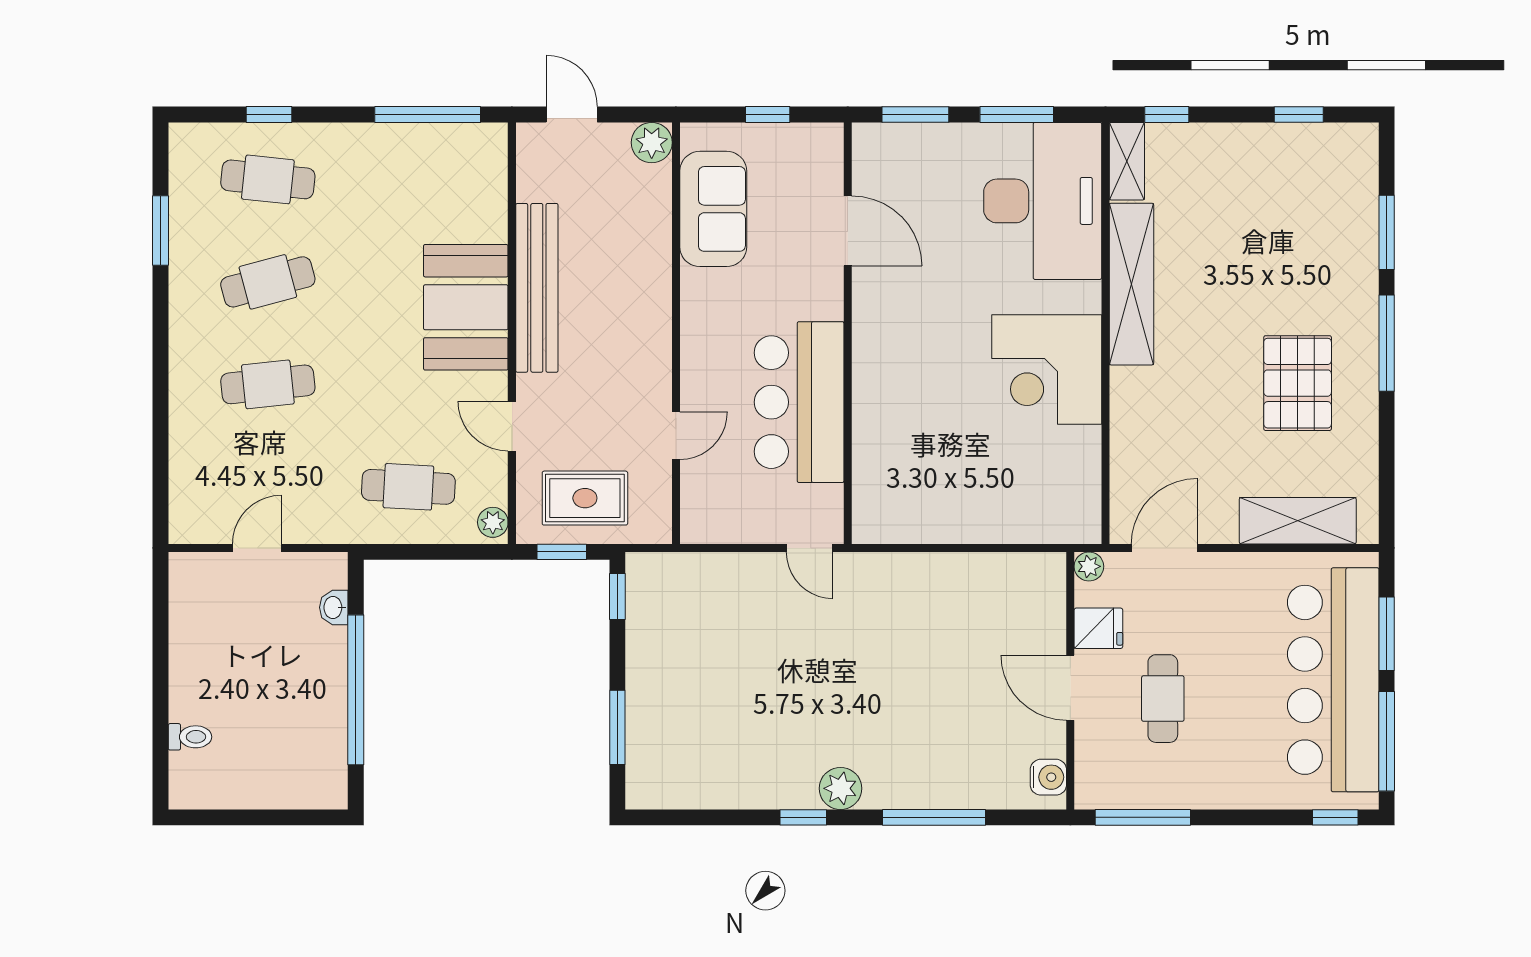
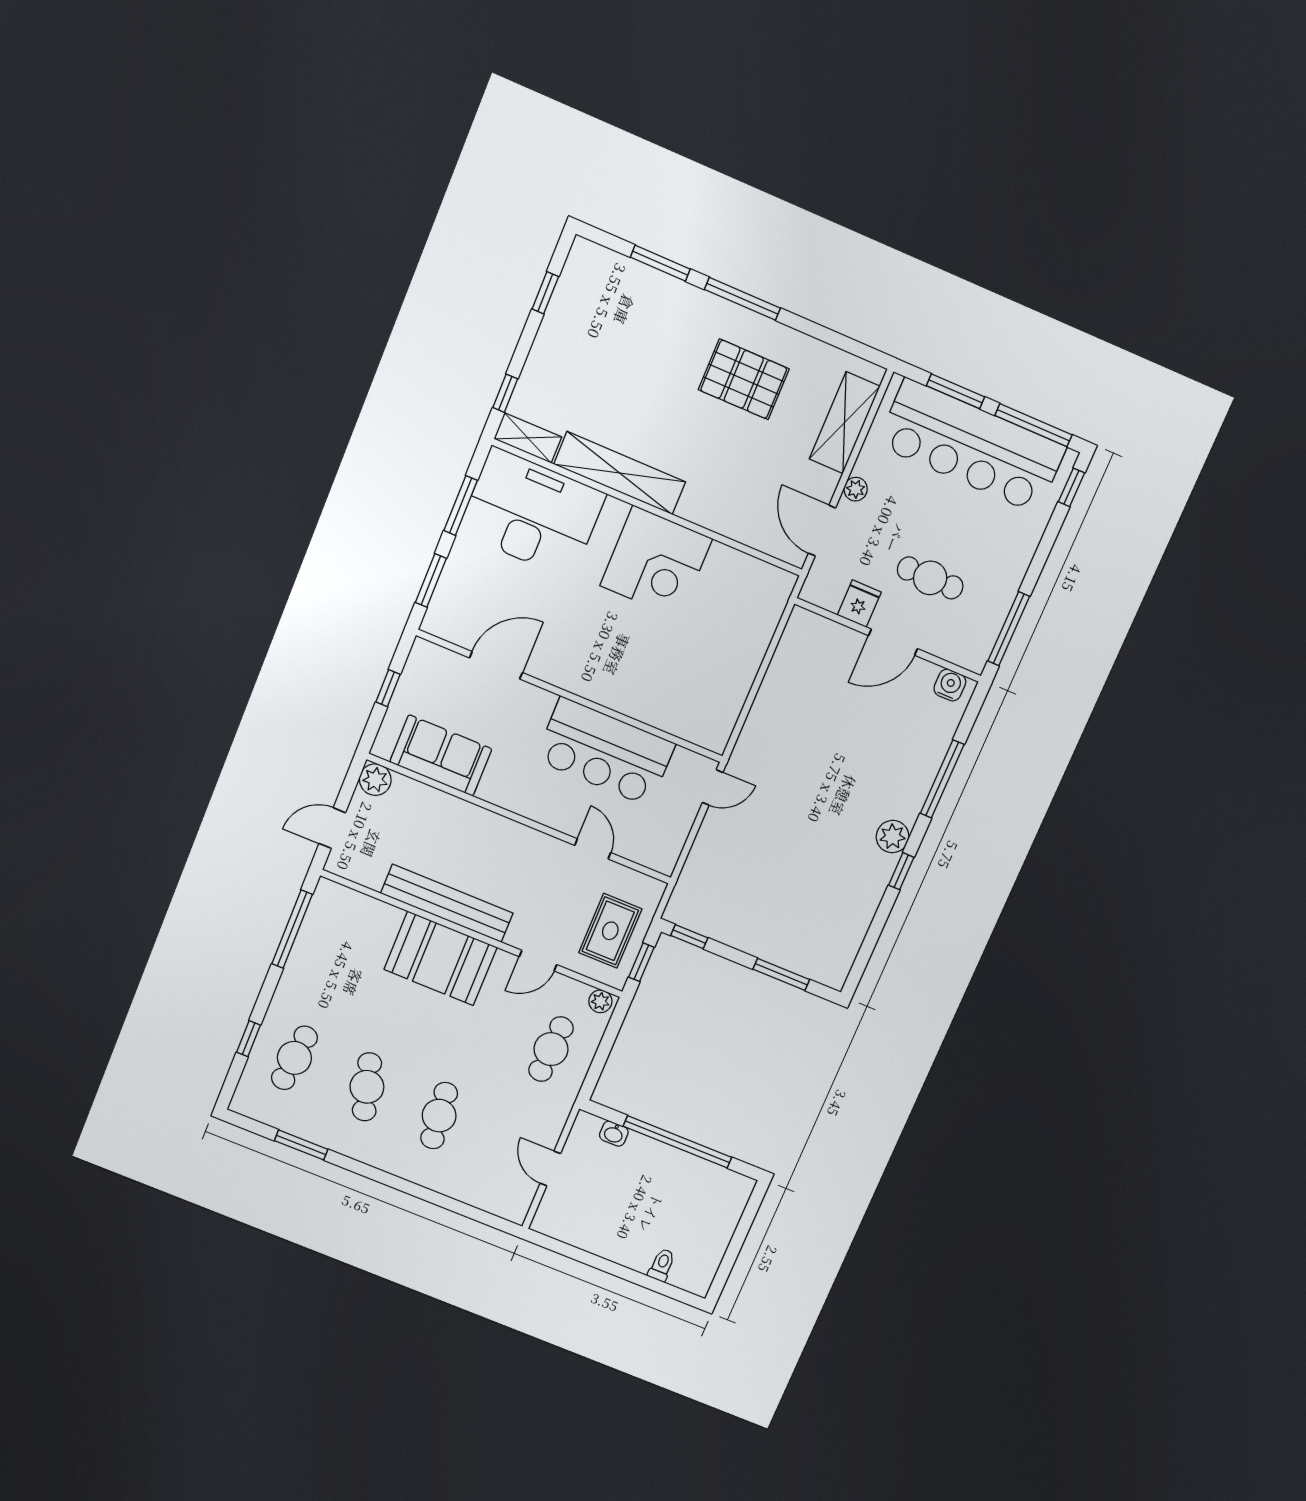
plant: (1089, 566) -> (856, 489), moved

